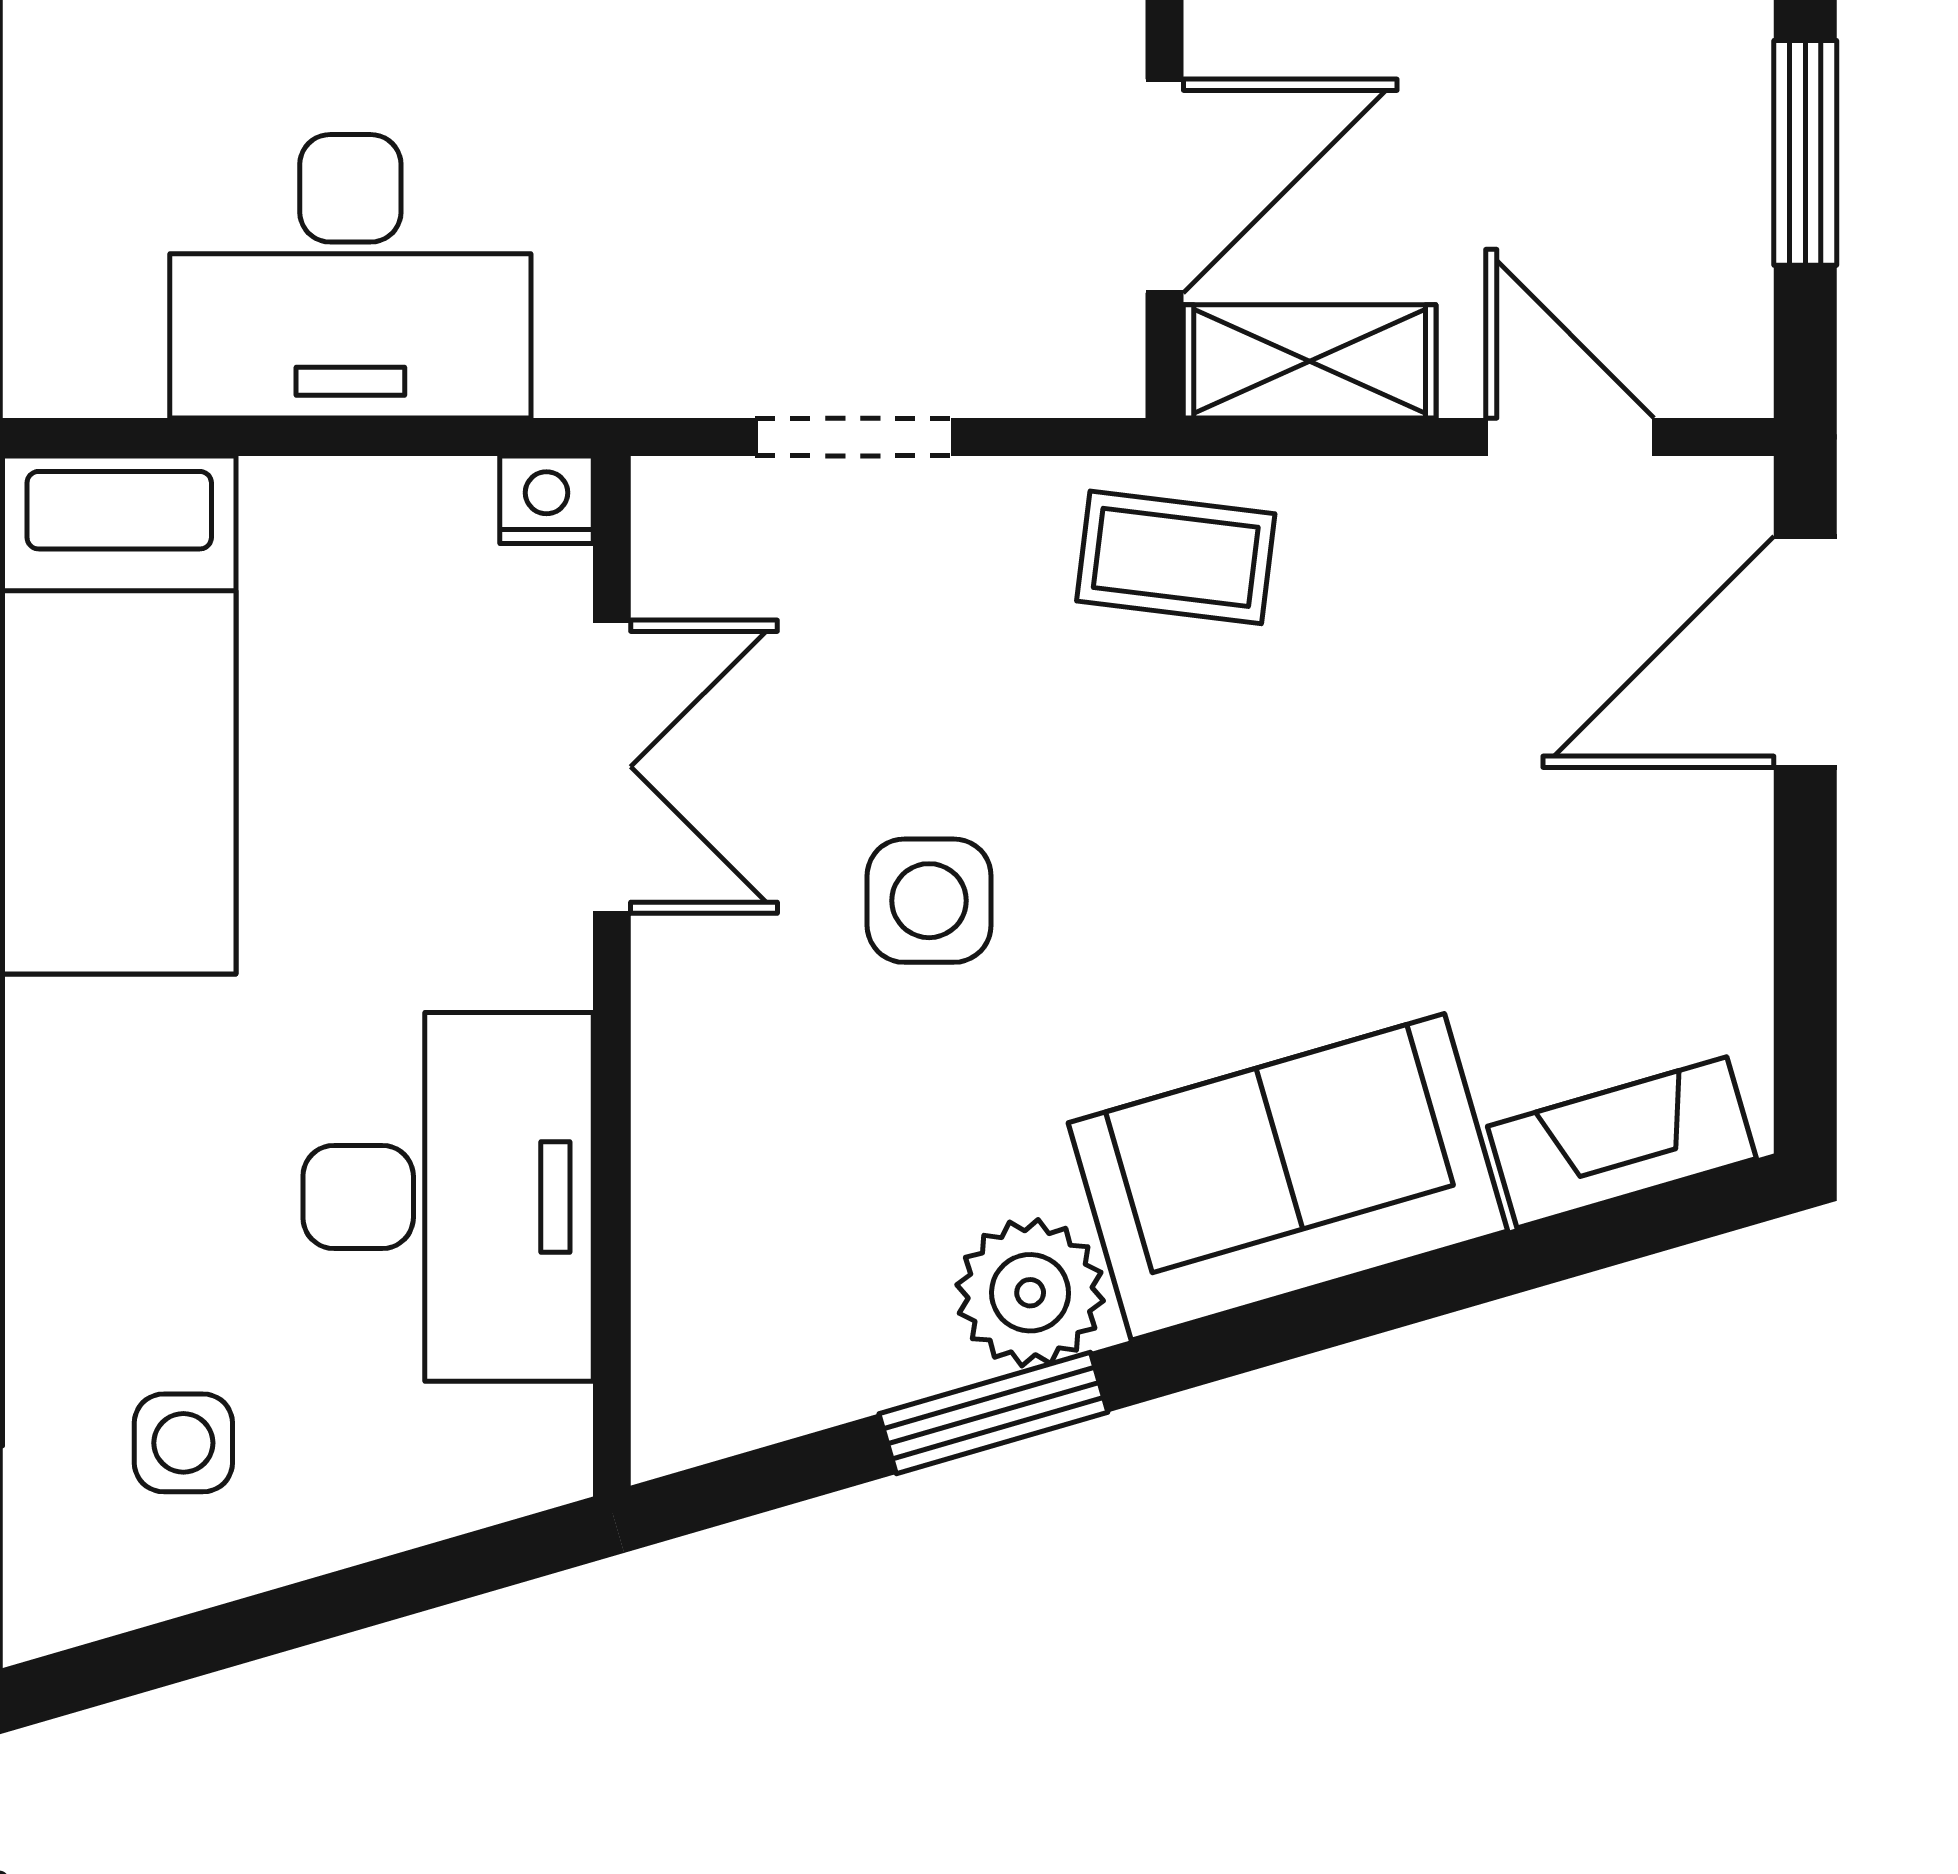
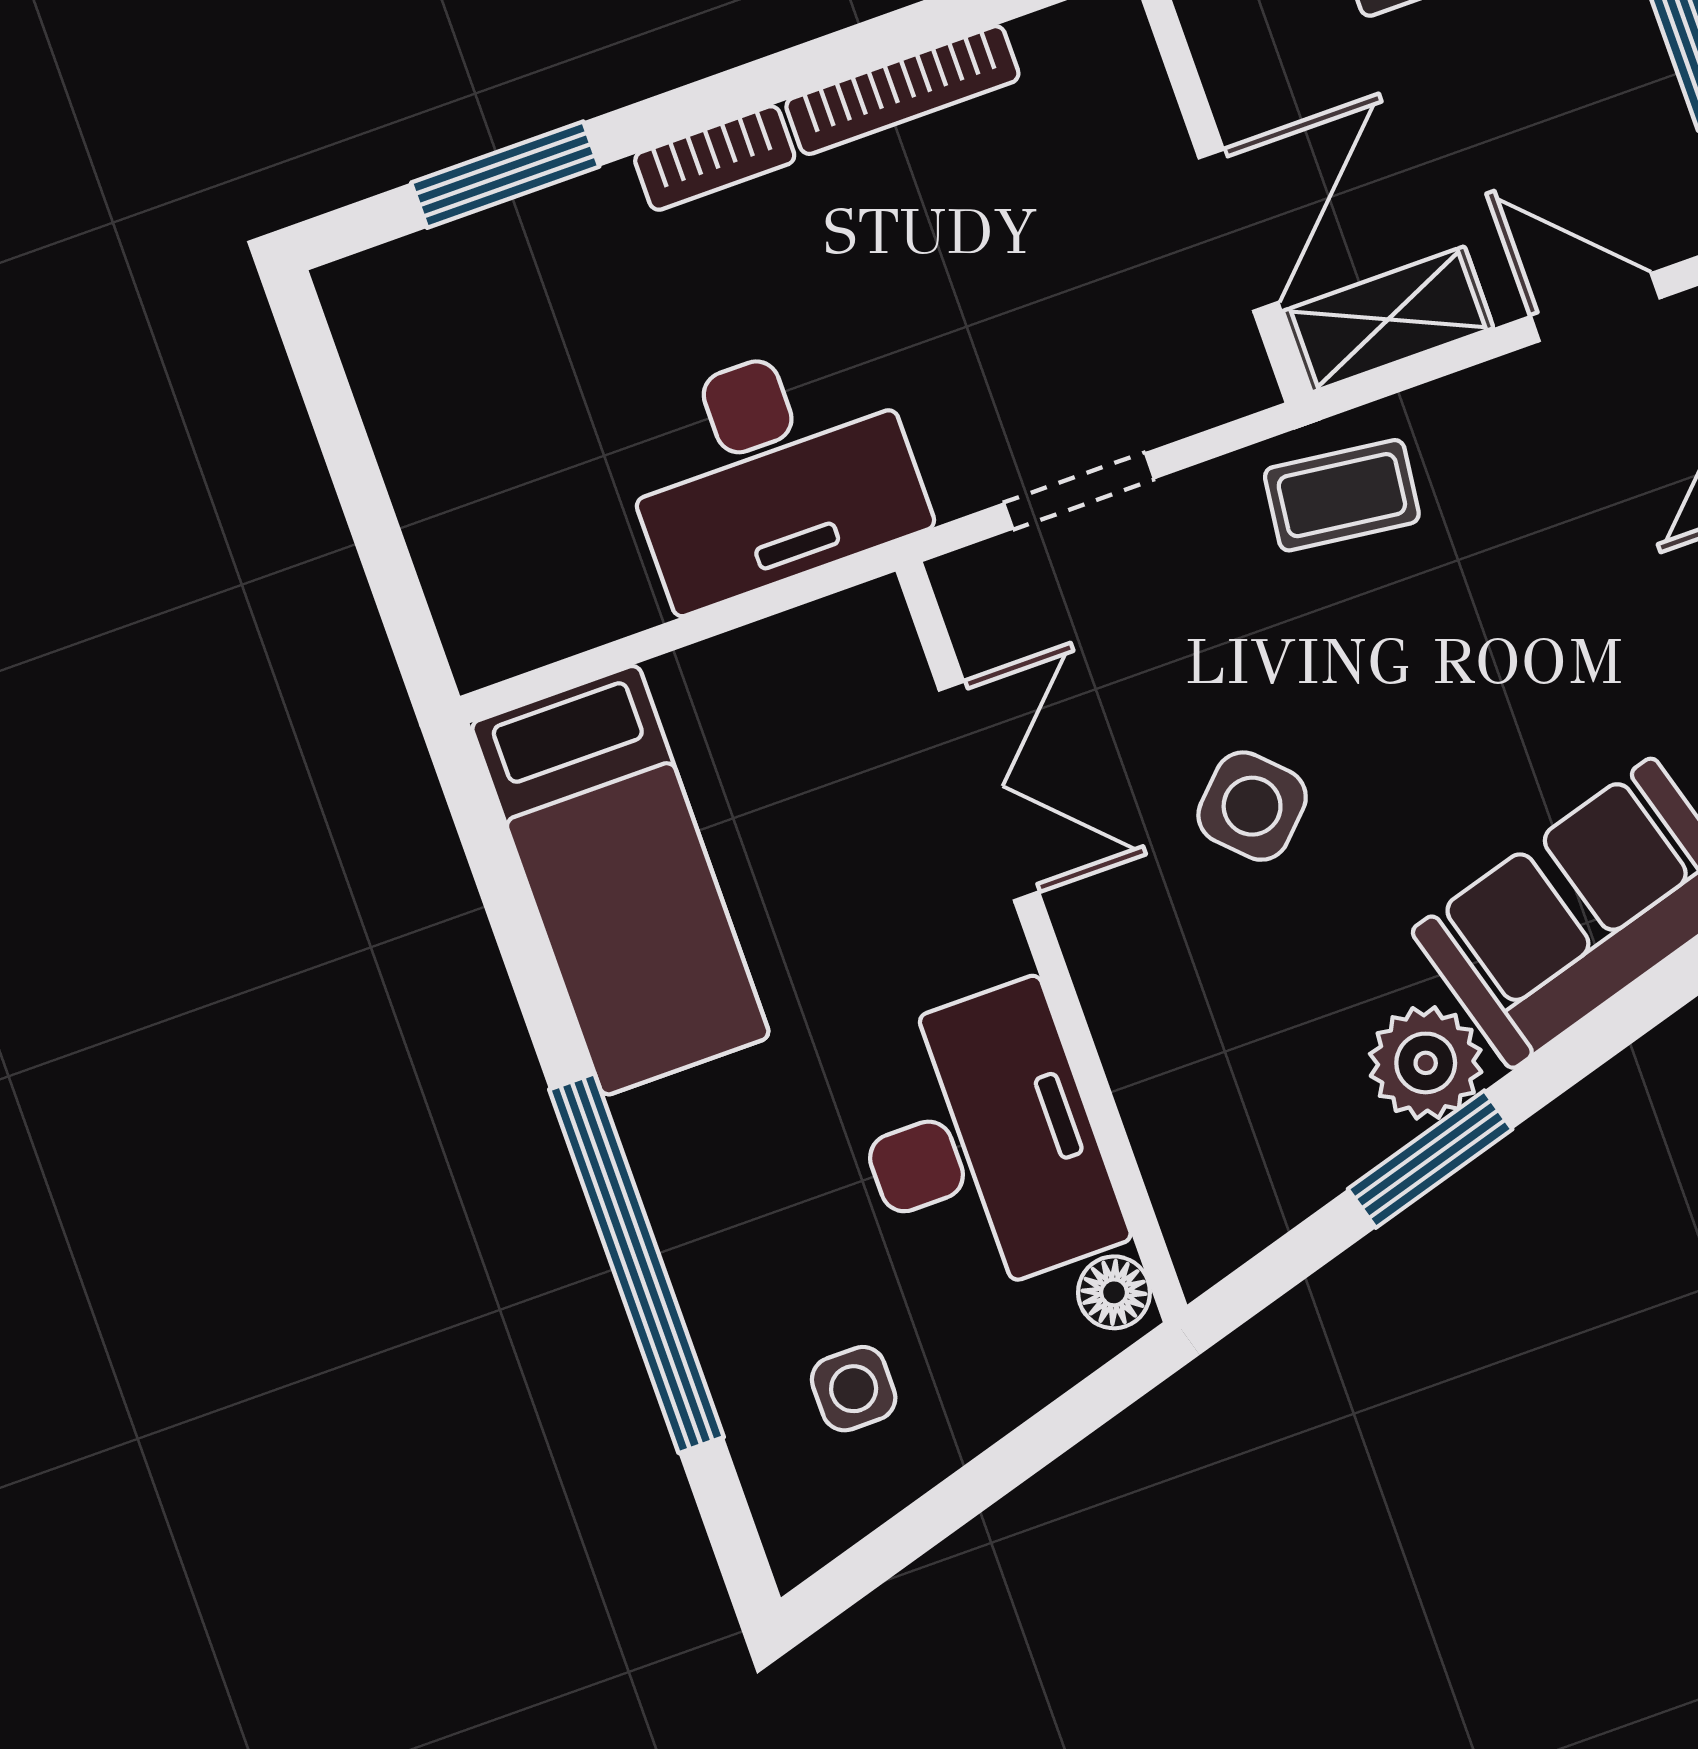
desk: (350, 276) -> (770, 470), moved
nightstand: (546, 500) -> (873, 615), removed
side table: (929, 901) -> (1252, 806), turned 45
floor lamp: (546, 1438) -> (1114, 1292), added

